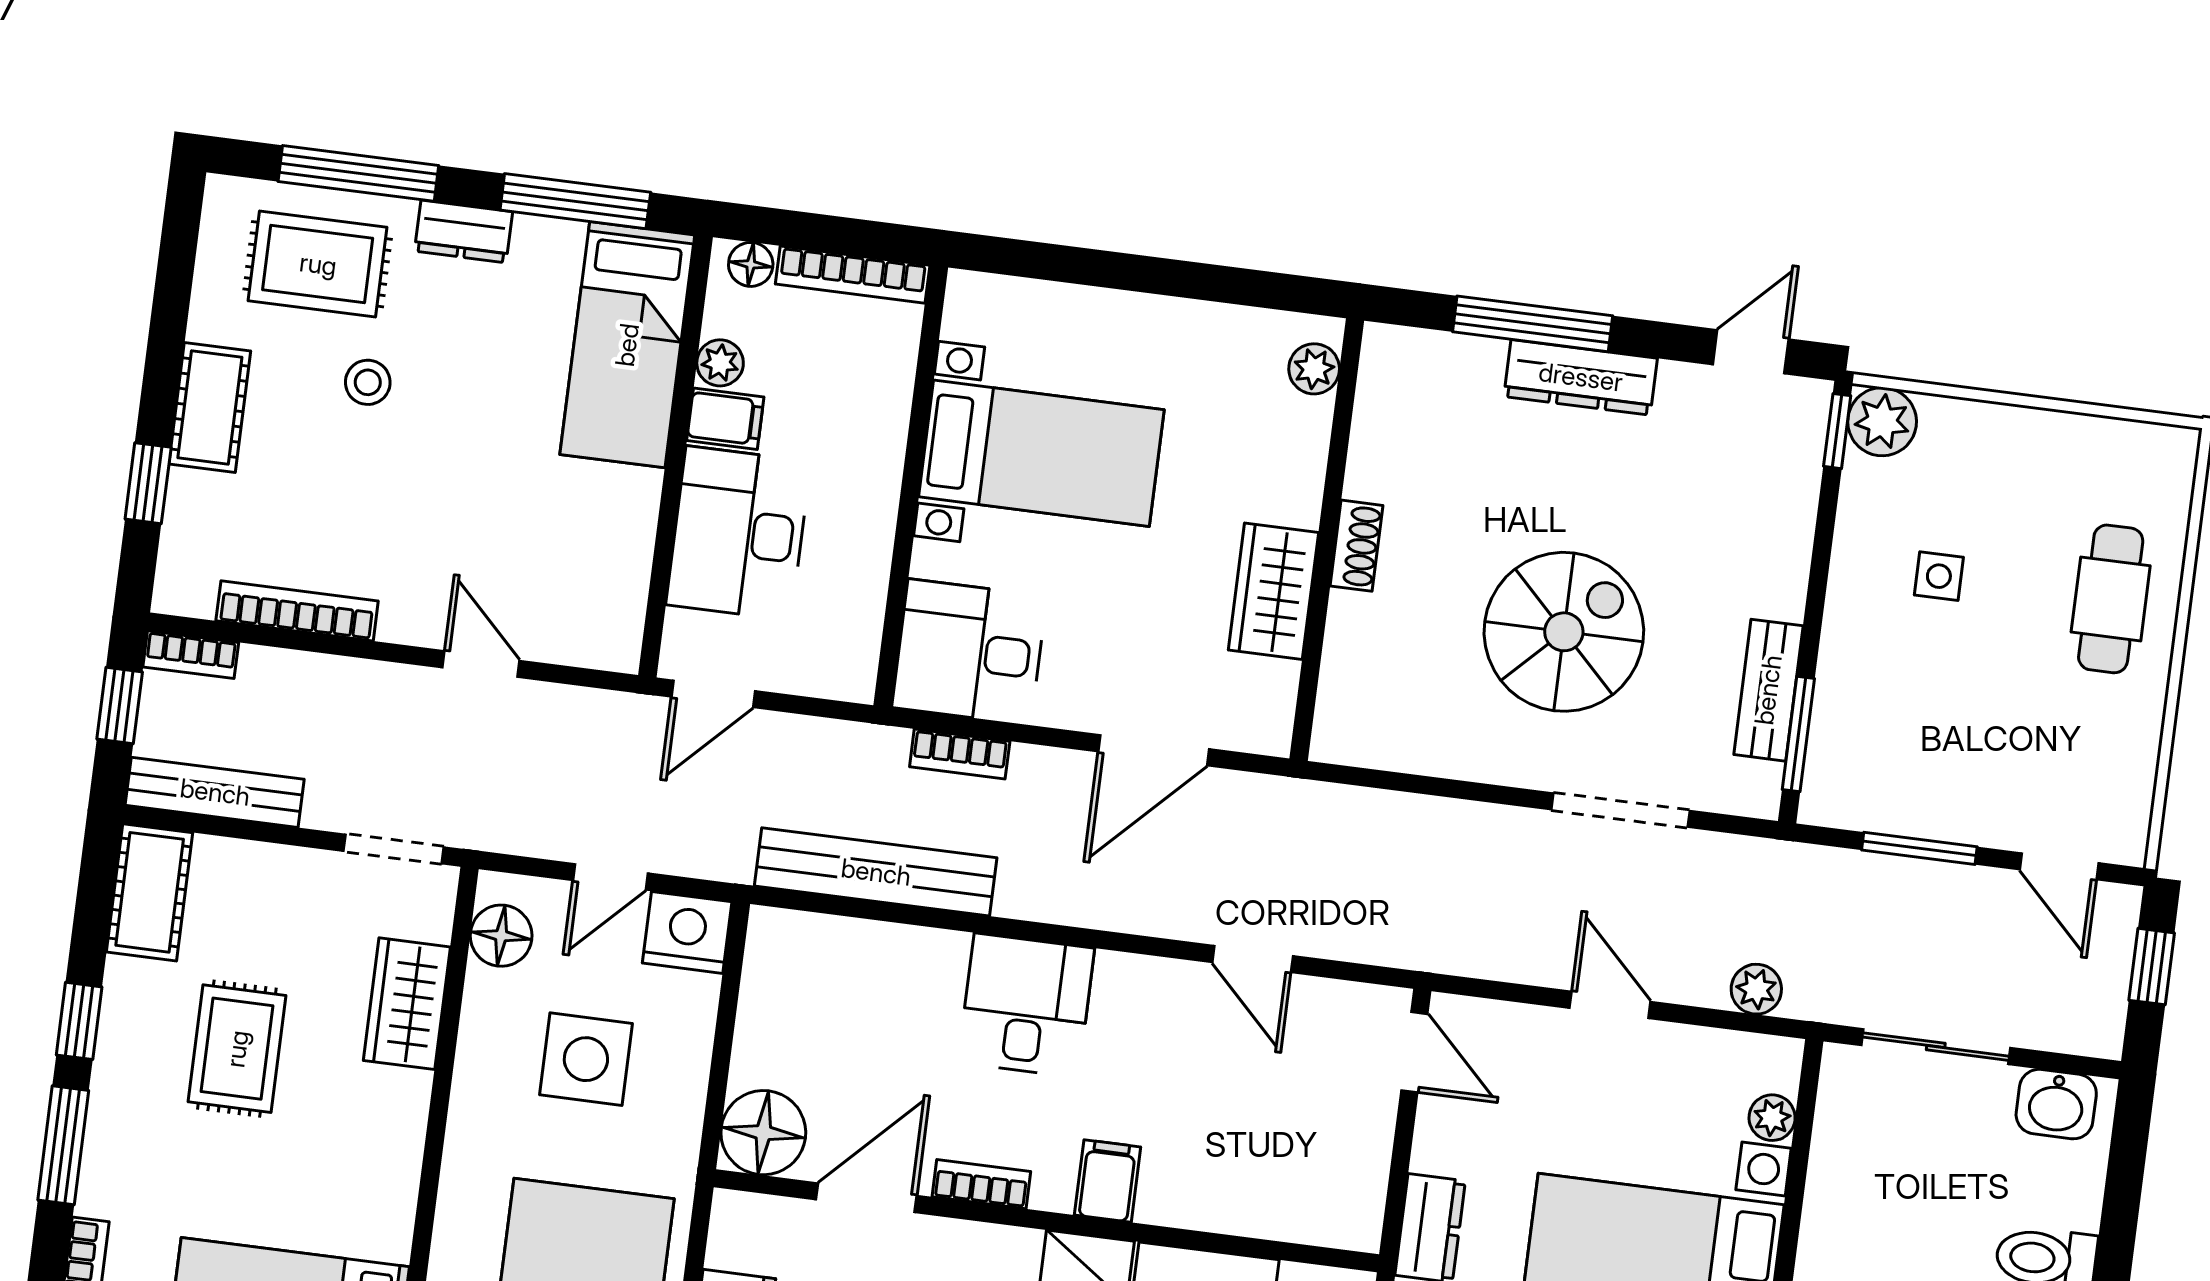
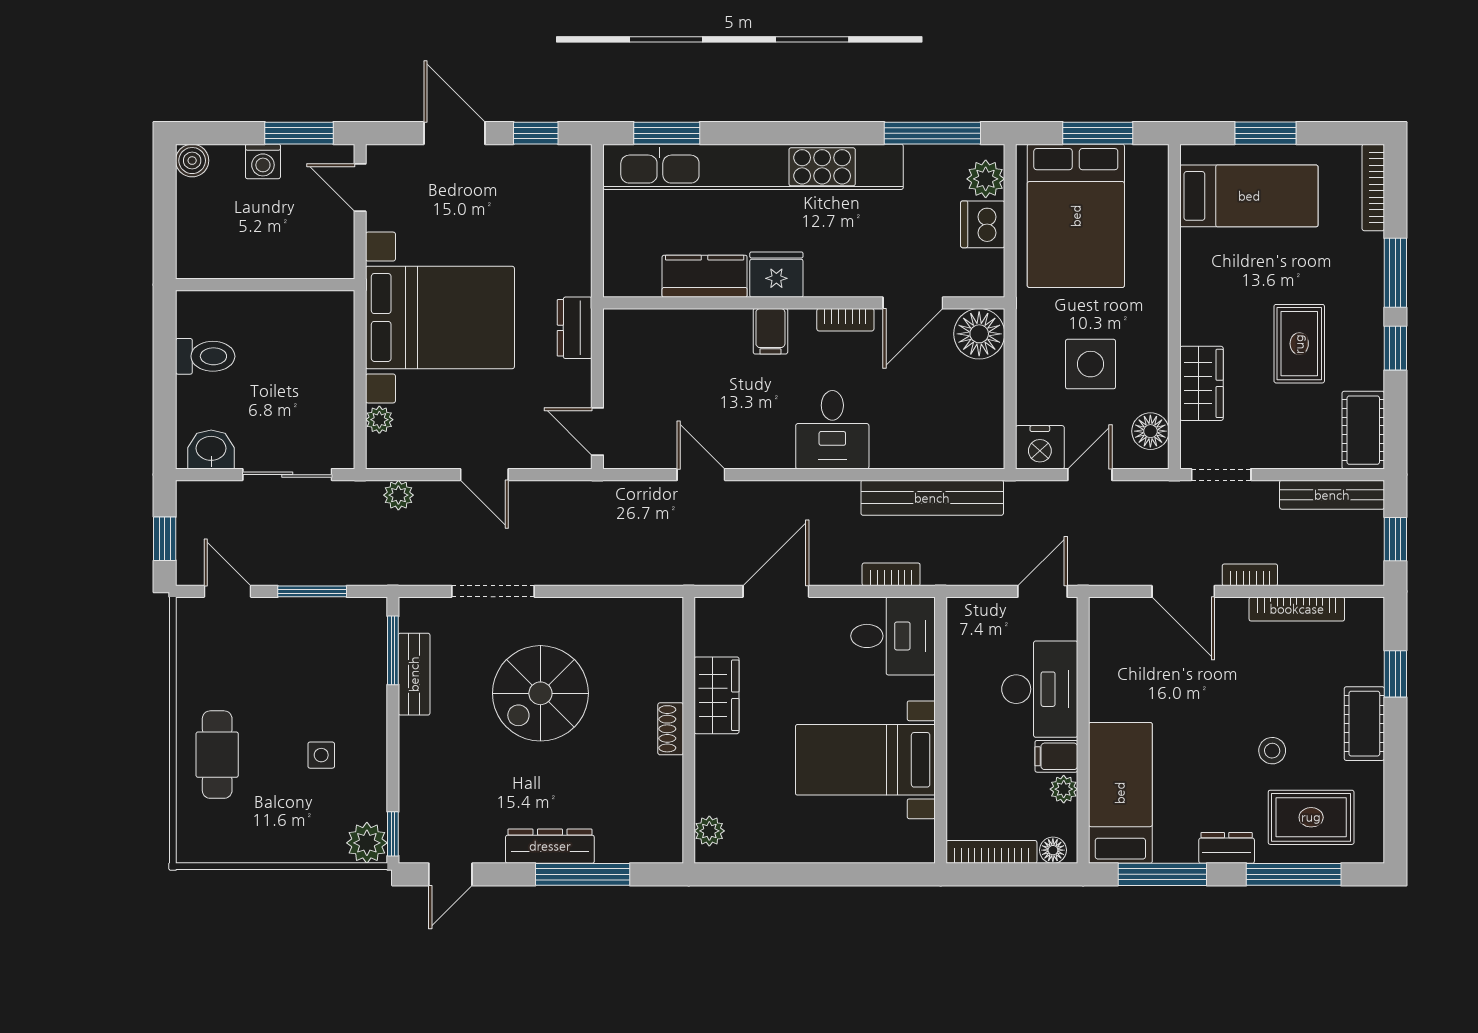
bookcase: (191, 655) -> (1250, 575), moved
door: (481, 664) -> (1183, 591), width x1.38

